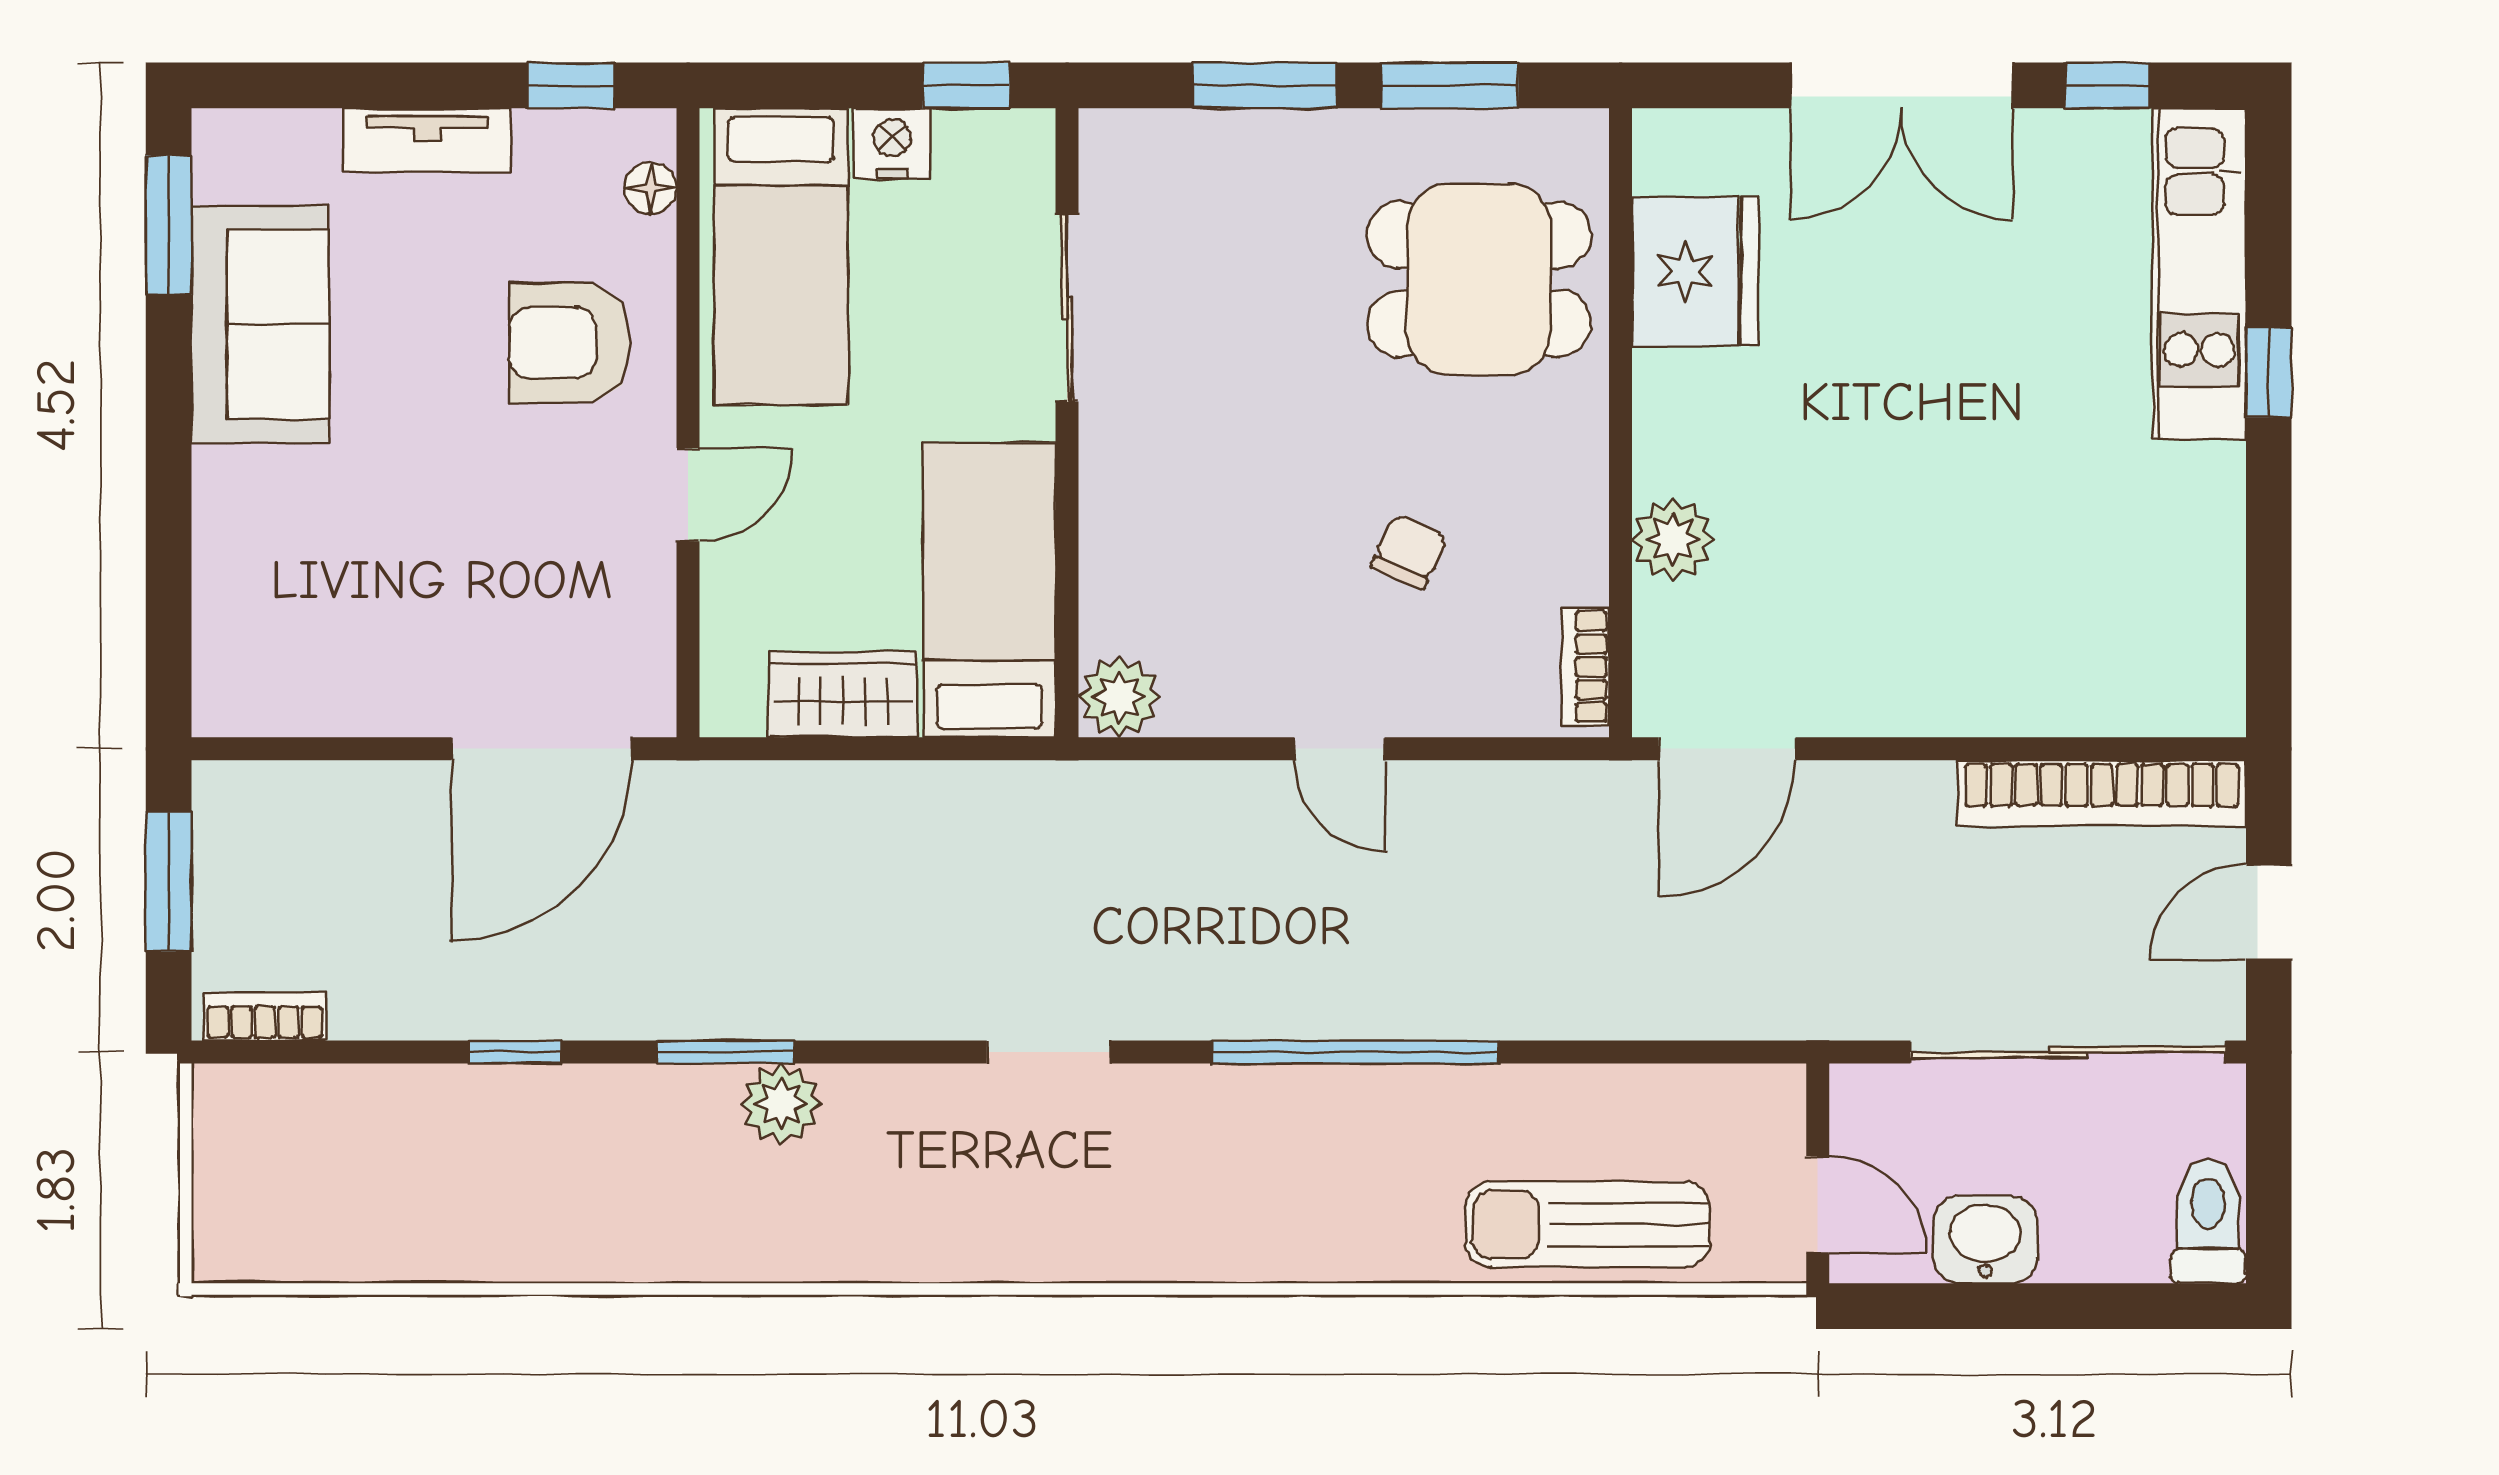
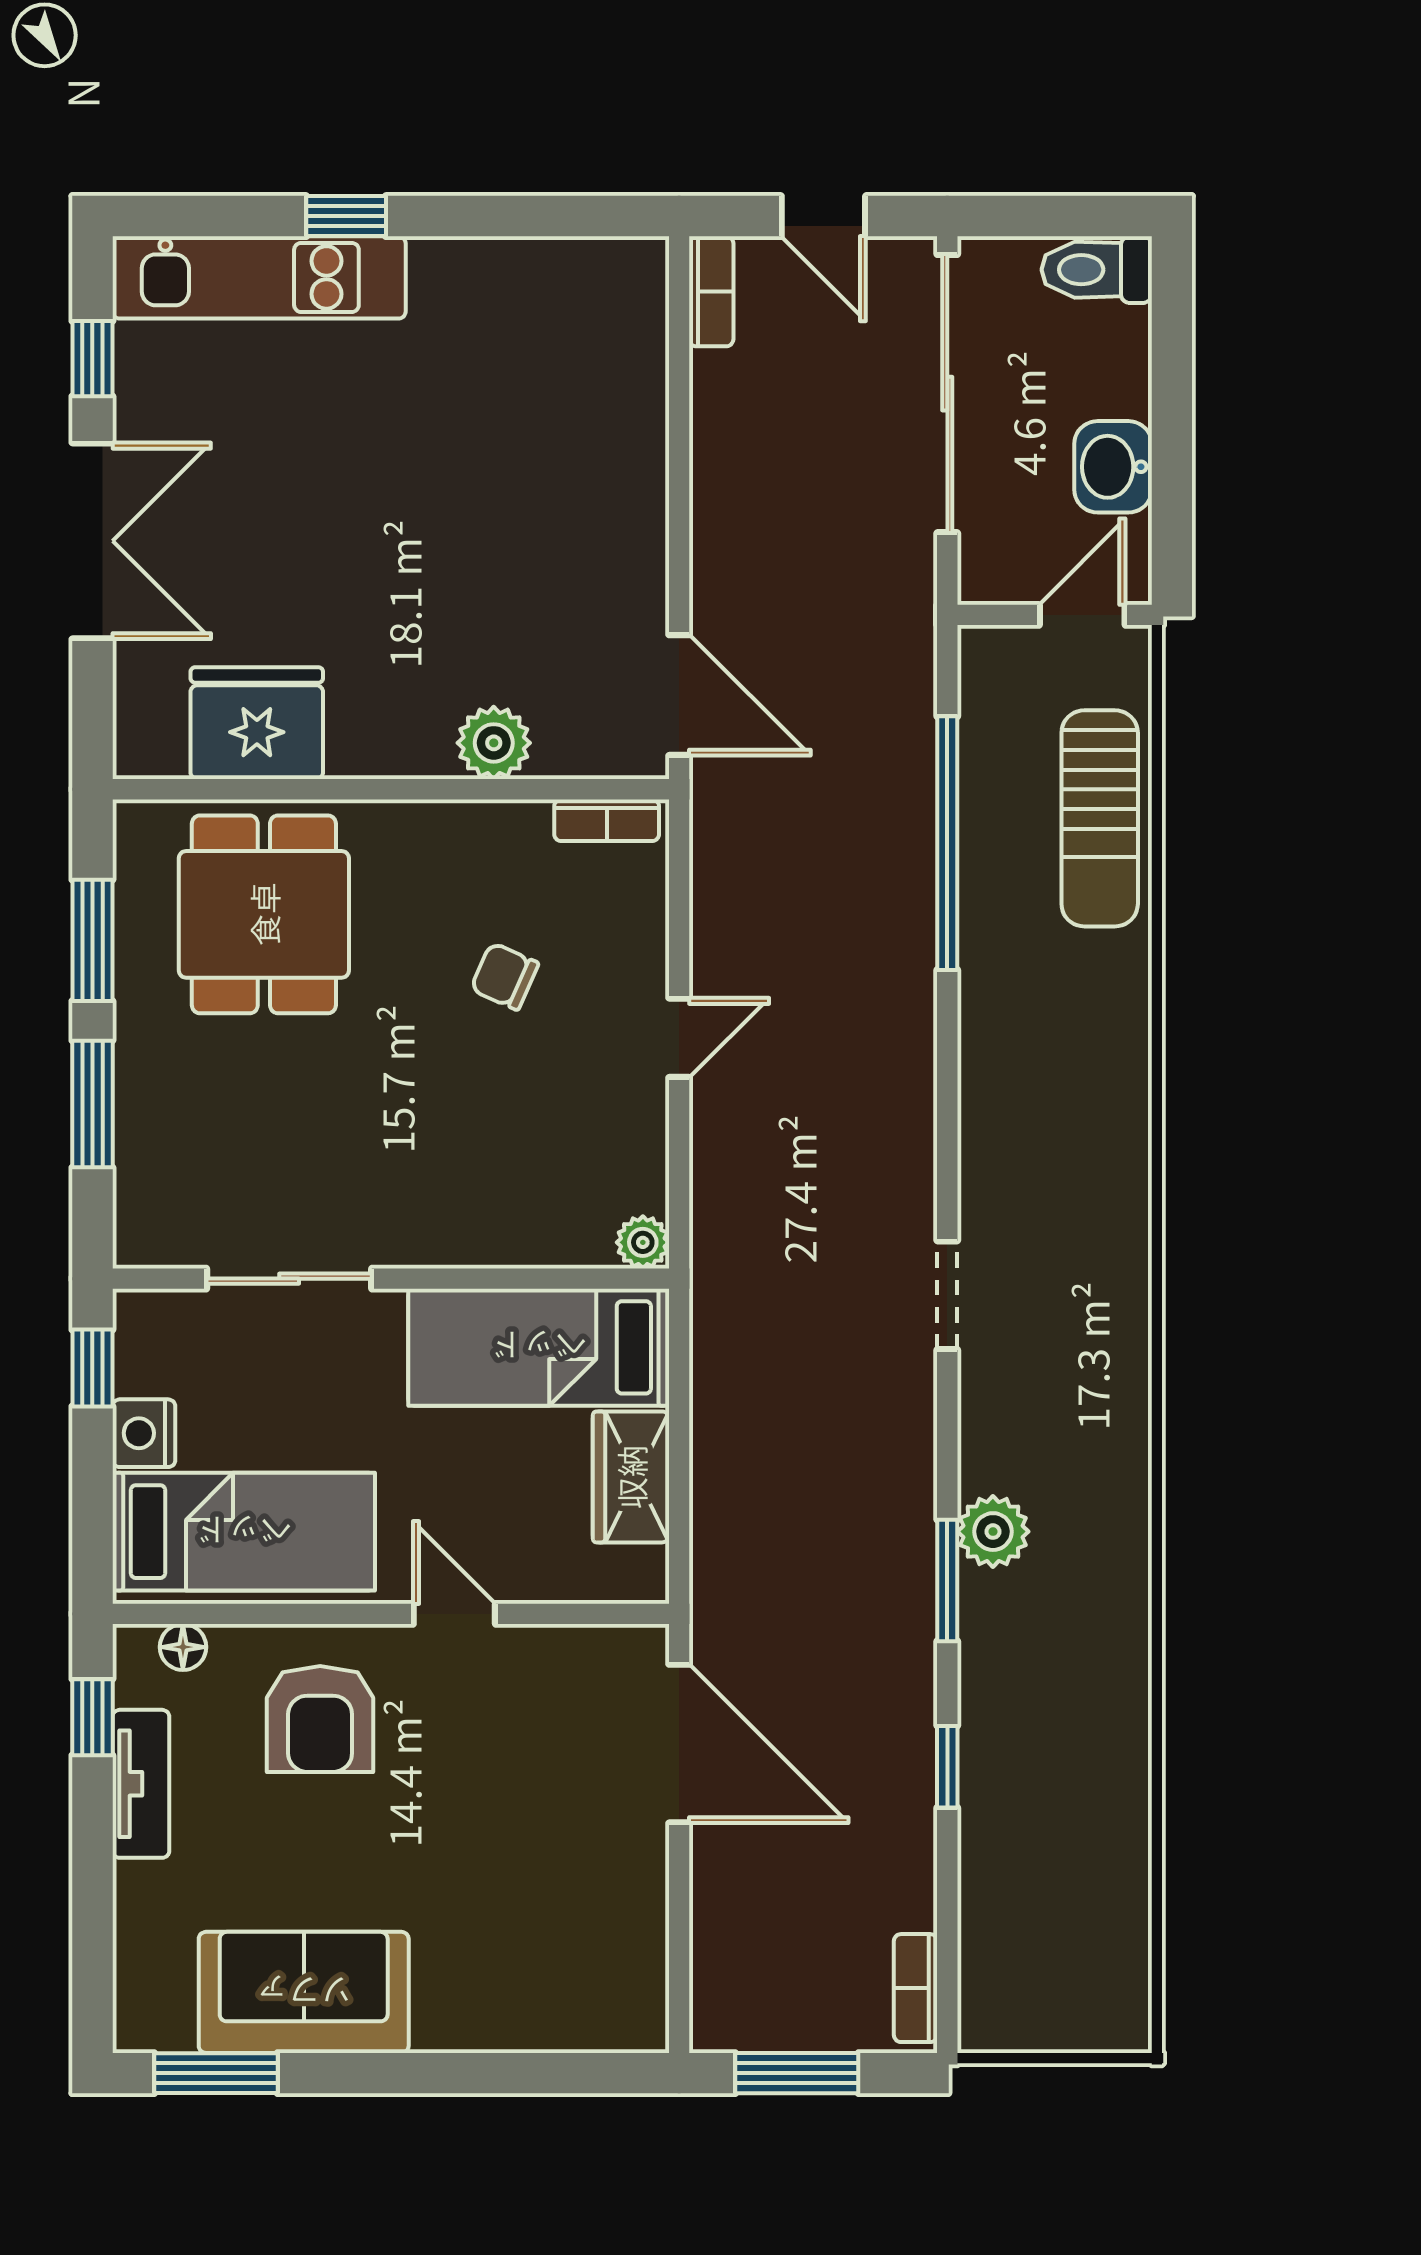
tv unit: (427, 140) -> (141, 1784), moved
plant: (1119, 697) -> (643, 1242), width x0.73, depth x0.73
bookcase: (2102, 793) -> (711, 291), width x0.43, depth x0.76
window: (1356, 1052) -> (947, 843), moved

